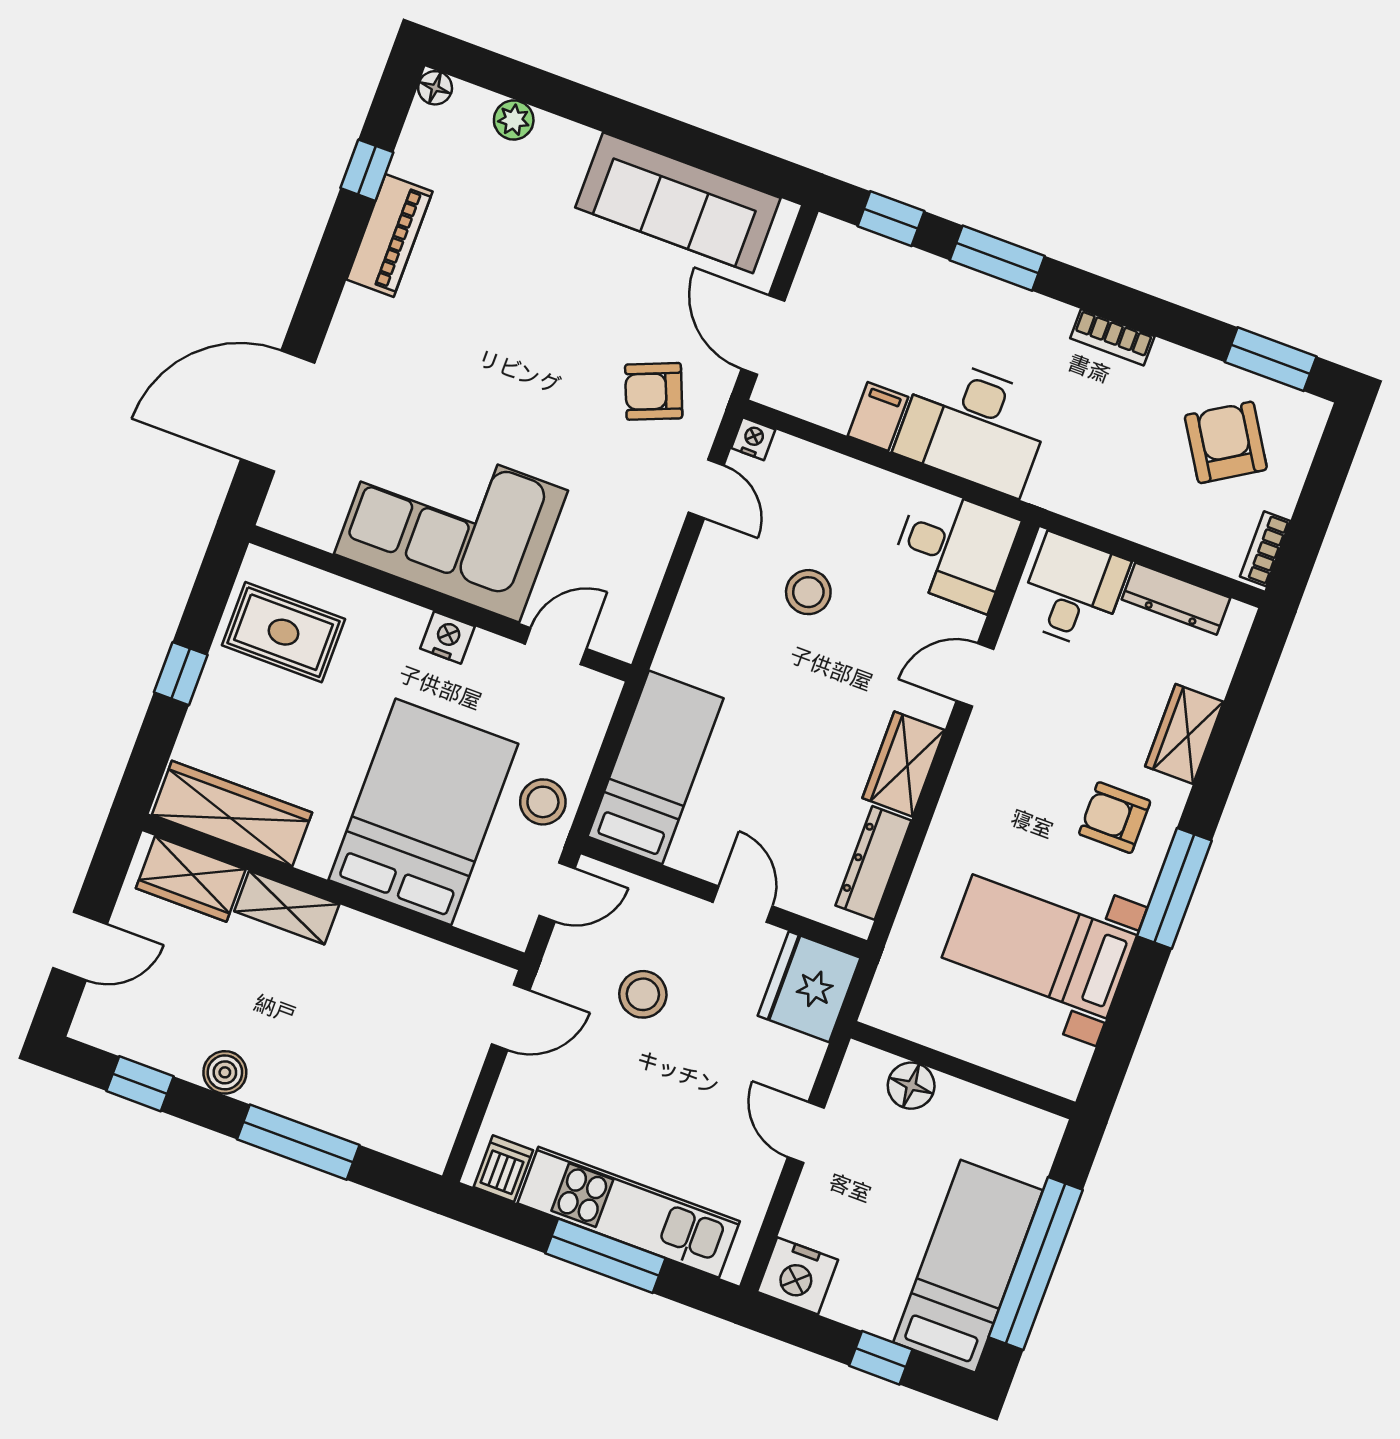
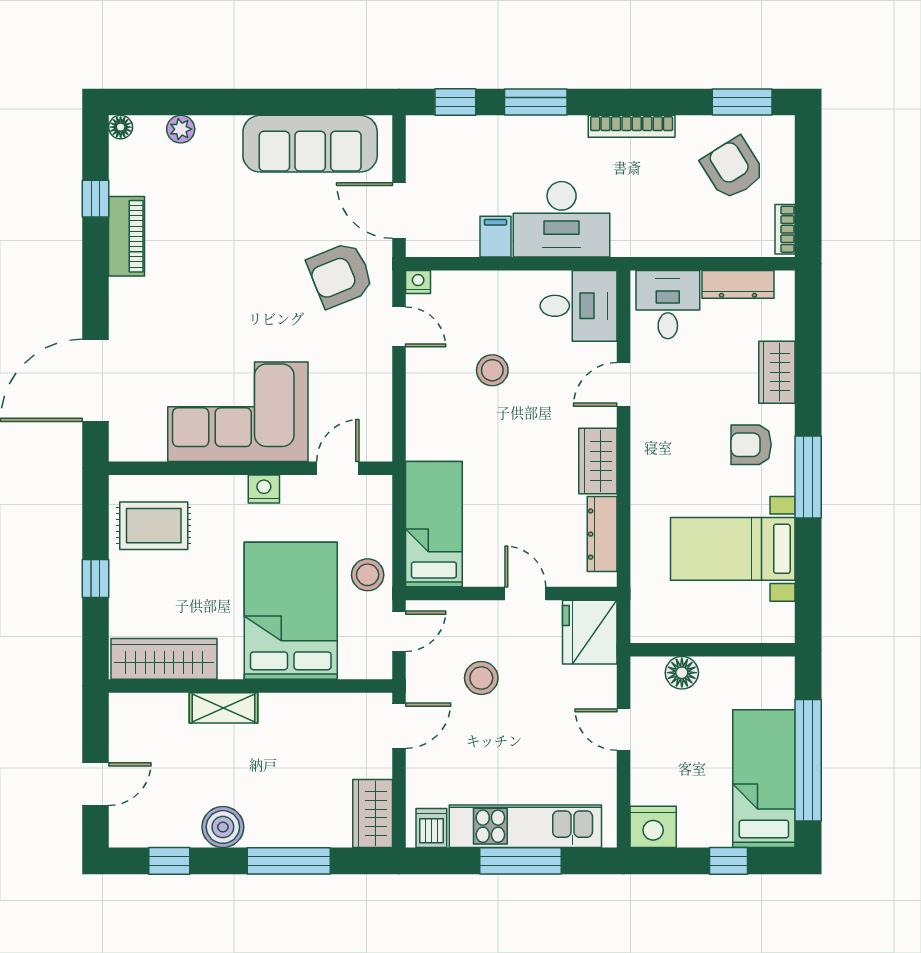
bookcase: (1112, 337) -> (632, 126), width x1.56
armchair: (654, 391) -> (340, 275), width x1.38, depth x1.38
wardrobe: (191, 879) -> (373, 813), moved, turned 90
boiler: (225, 1072) -> (223, 827), width x1.36, depth x1.36

